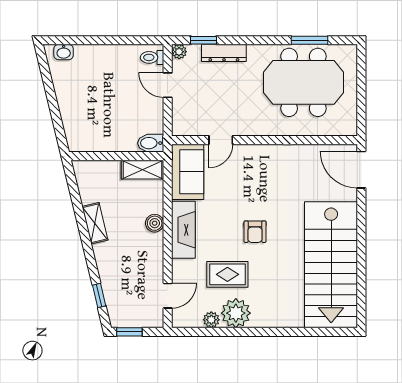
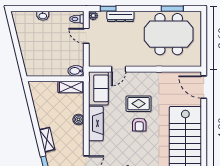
washbasin: (64, 52) -> (43, 16), moved
shelving: (95, 223) -> (47, 140), moved
rug: (227, 274) -> (139, 104), moved

